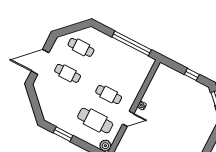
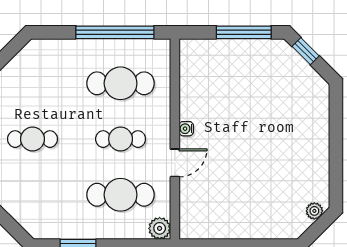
cafe table: (81, 47) -> (121, 83), moved, width x1.37, depth x1.35
window: (192, 74) -> (244, 32), width x2.17

